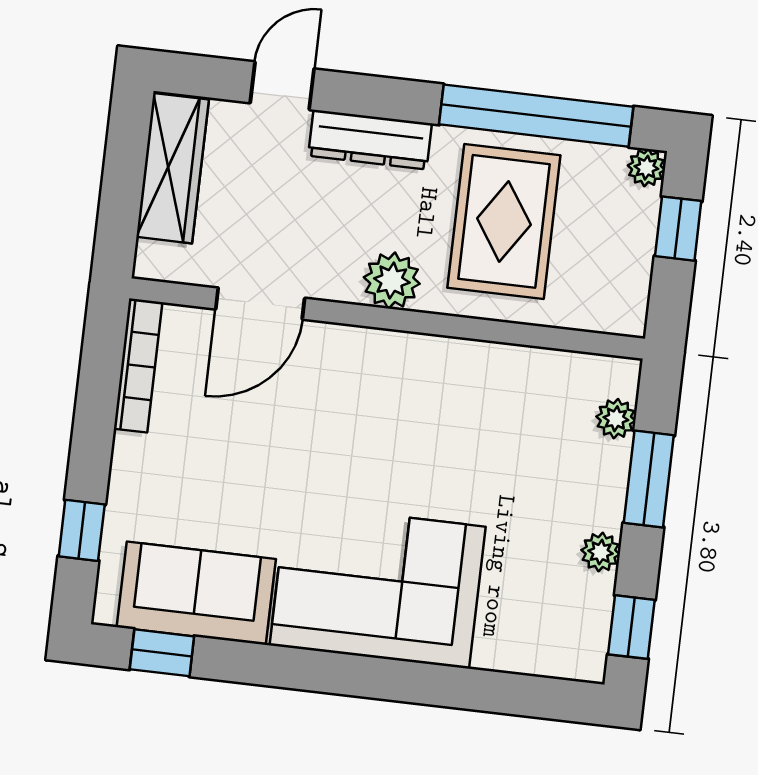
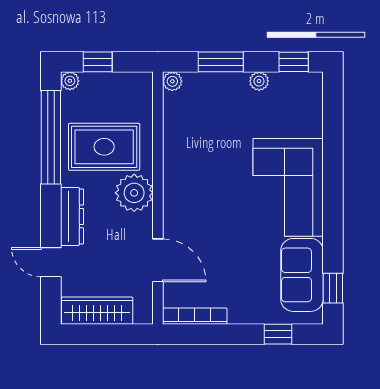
plant: (392, 281) -> (134, 193), width x1.36, depth x1.36
plant: (616, 419) -> (172, 81), moved

